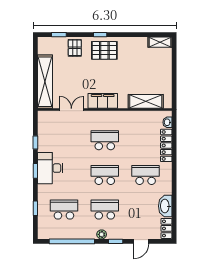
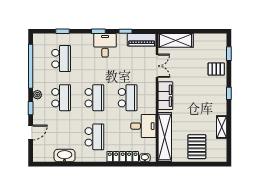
shelving: (160, 42) -> (222, 127), moved
pallet: (104, 50) -> (197, 147), moved
shelving: (45, 82) -> (176, 40), width x0.68
shelving: (146, 101) -> (165, 137), width x1.47
desk: (134, 124) -> (143, 126), added
piano: (44, 126) -> (142, 40), added
desk: (50, 168) -> (105, 45), width x0.73
locker: (166, 228) -> (43, 157), removed
door: (141, 241) -> (31, 132), swing flipped

